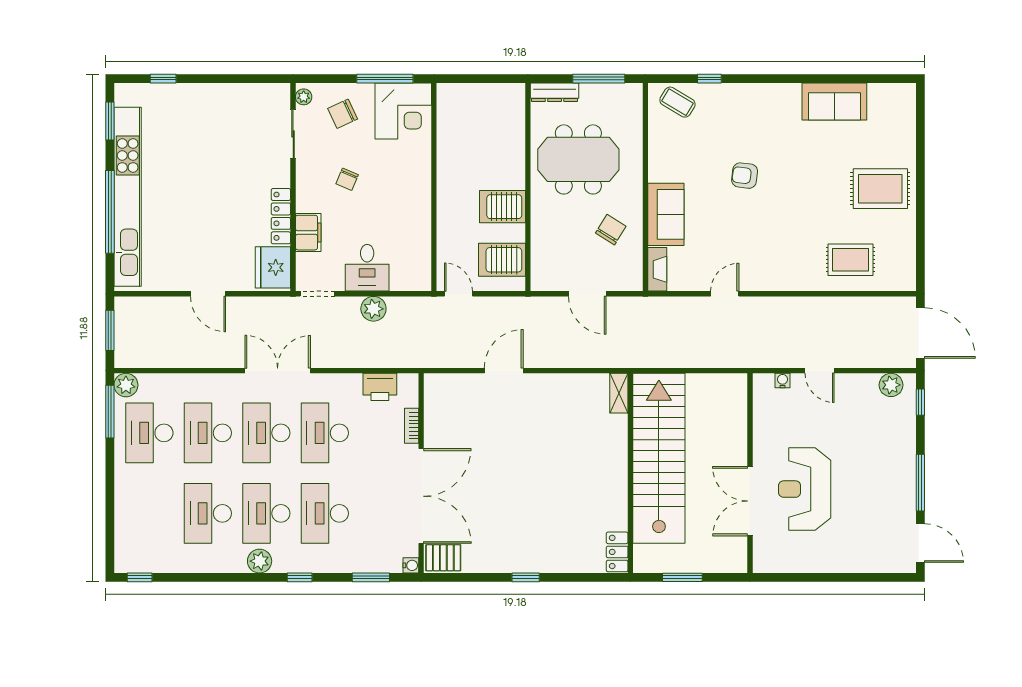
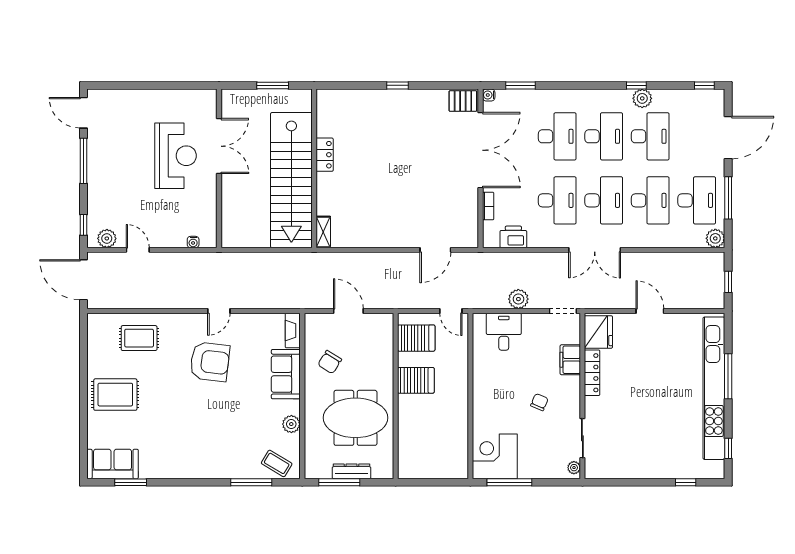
window: (709, 79) -> (251, 482), width x2.17
window: (861, 79) -> (131, 482), added
dresser: (555, 92) -> (351, 471), moved
sofa: (834, 101) -> (113, 464), moved
chair: (343, 114) -> (543, 454), removed
window: (110, 121) -> (728, 448), width x0.67
plant: (659, 152) -> (291, 424), added
armchair: (745, 176) -> (210, 362), moved, width x1.88, depth x1.88
window: (110, 212) -> (728, 376), width x0.68
desk: (367, 268) -> (504, 332), moved
door: (725, 294) -> (219, 311), moved
window: (110, 330) -> (728, 282), width x0.67
door: (504, 371) -> (435, 250), moved
door: (820, 371) -> (138, 250), moved
window: (110, 412) -> (728, 198), moved
double door: (421, 496) -> (481, 150), swing flipped
door: (110, 512) -> (728, 138), added
locker: (617, 552) -> (325, 155), moved
plant: (260, 561) -> (642, 98), moved
window: (300, 577) -> (636, 85), moved

